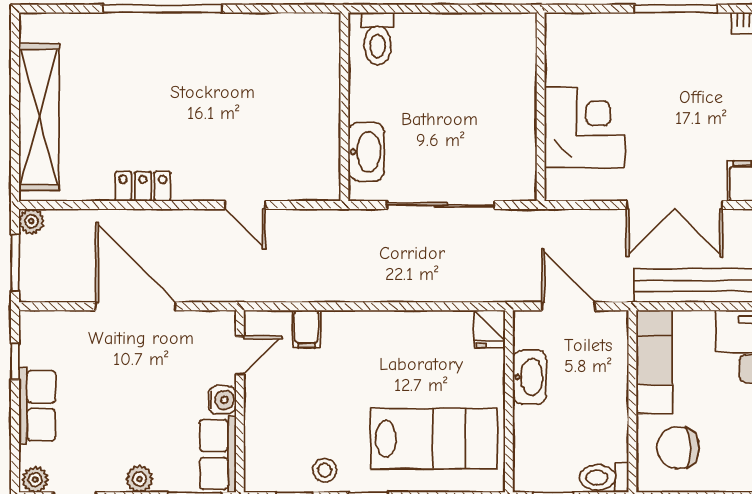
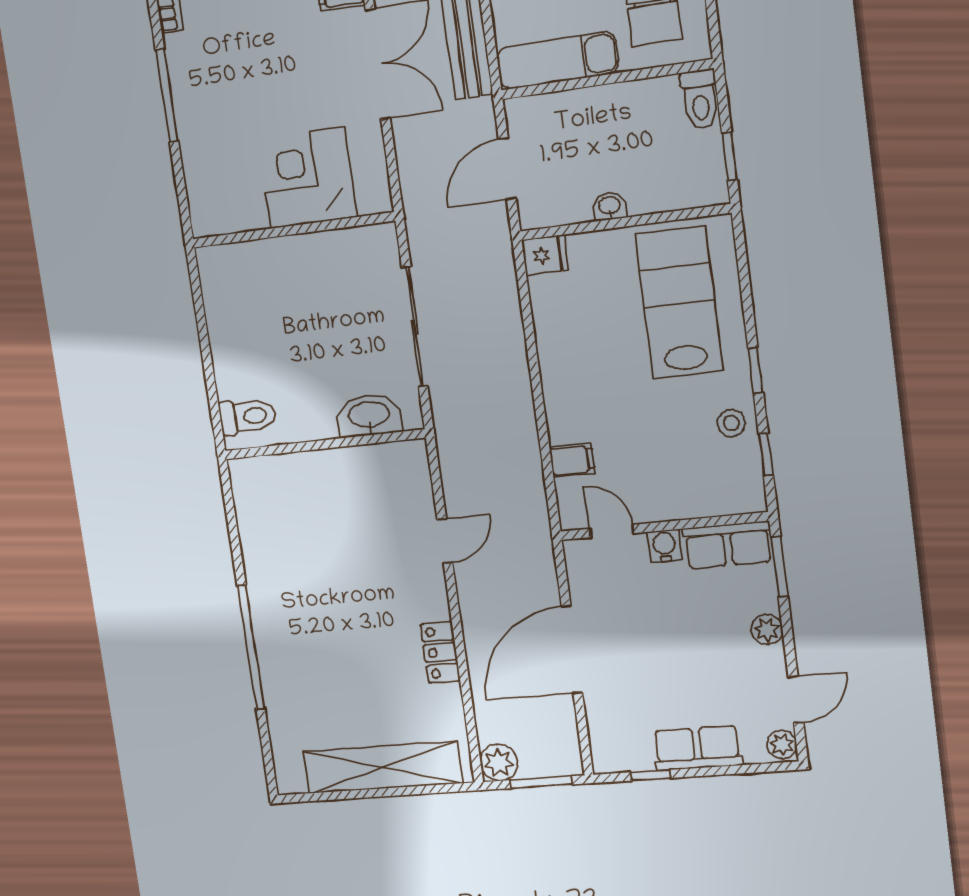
plant: (31, 221) -> (499, 763), width x1.38, depth x1.38
washbasin: (529, 377) -> (609, 206), width x0.52, depth x0.69

